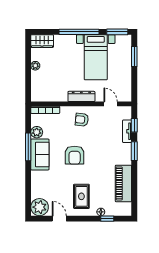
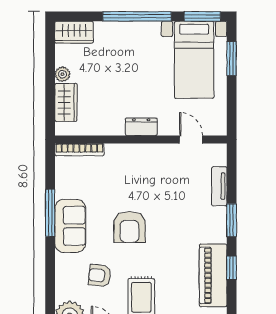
bed with nightstands: (96, 57) -> (194, 60), moved
wardrobe: (37, 82) -> (66, 102), added
dresser: (81, 96) -> (141, 127), width x0.70
armchair: (82, 120) -> (100, 276), moved
window: (134, 125) -> (232, 268), moved
plant: (37, 132) -> (65, 188), removed

